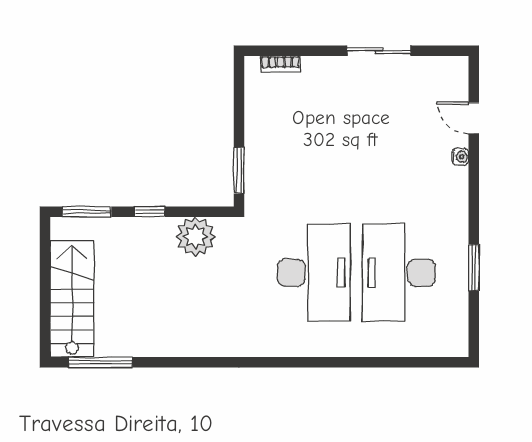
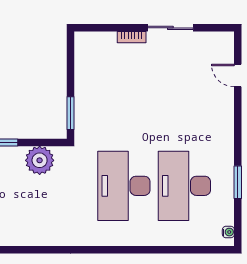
bookcase: (280, 64) -> (132, 37), moved
water cooler: (460, 157) -> (228, 232), moved
desk: (314, 273) -> (124, 186), turned 180

